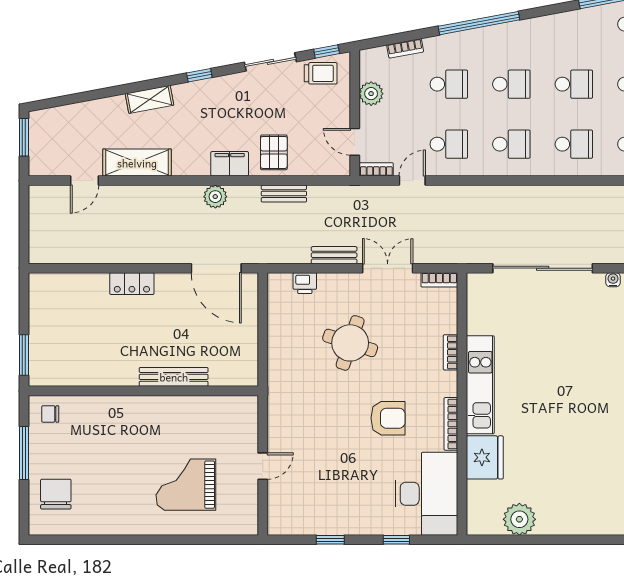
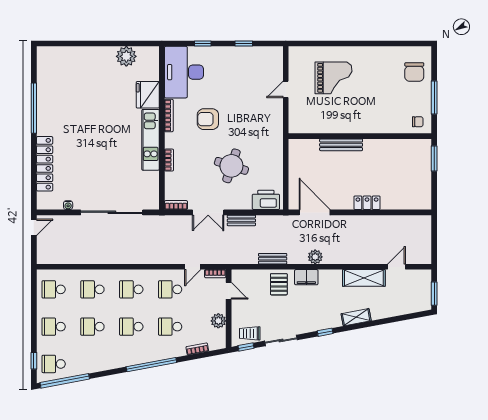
printer: (305, 283) -> (266, 200), width x1.87, depth x1.48

